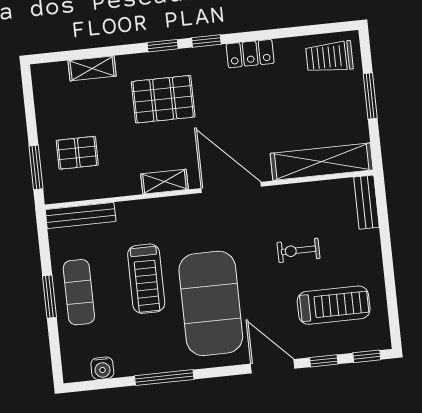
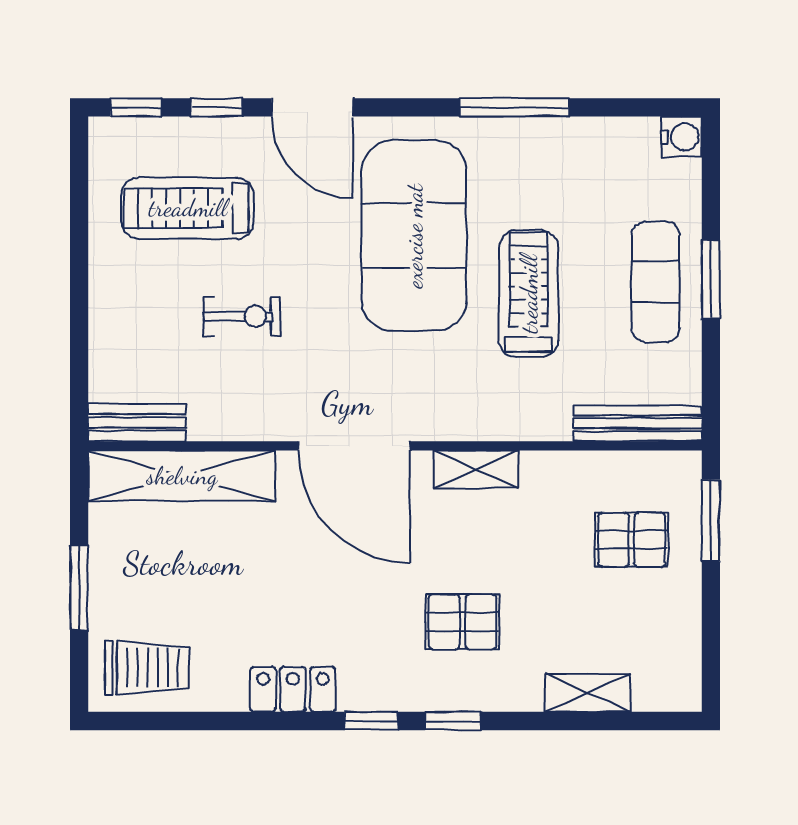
pallet: (163, 99) -> (462, 622), width x0.67, depth x0.71
bench: (366, 202) -> (137, 423), moved, turned 90
water cooler: (102, 368) -> (681, 137), moved, turned 90

